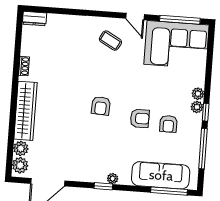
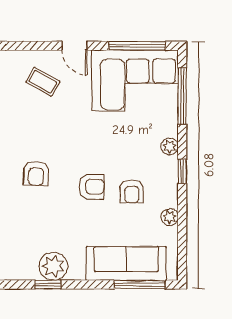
plant: (197, 107) -> (170, 217), moved
window: (203, 149) -> (182, 96), moved
plant: (113, 179) -> (53, 266), width x1.88, depth x1.88

